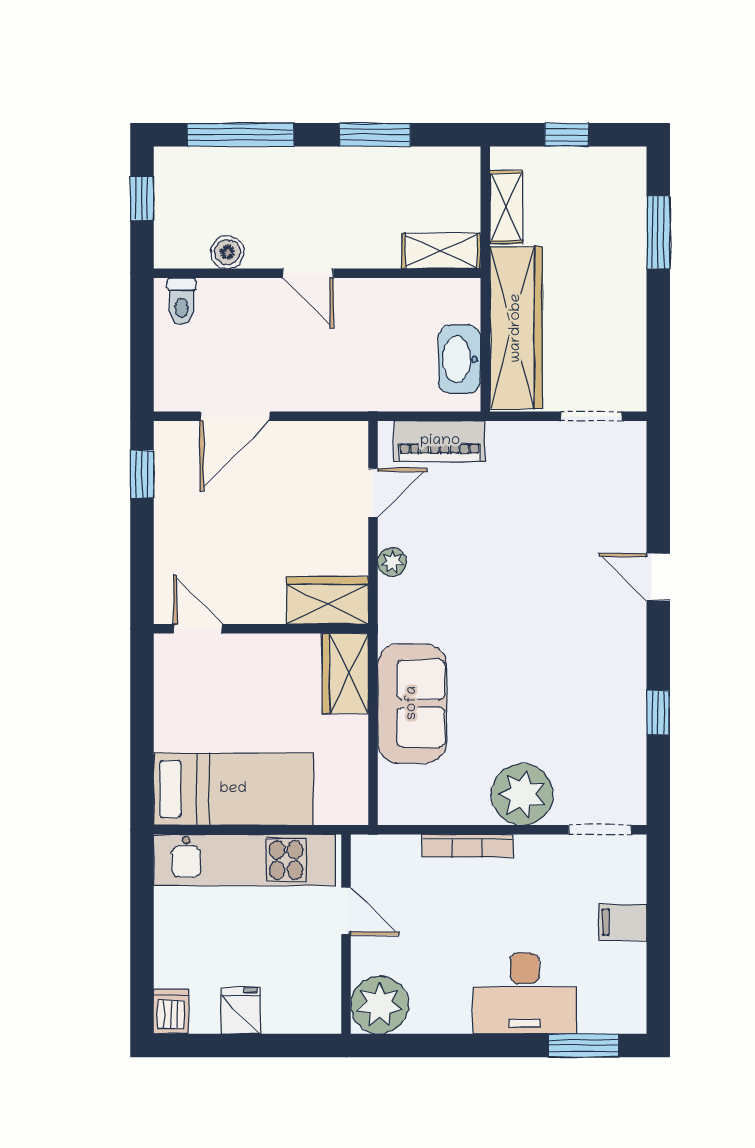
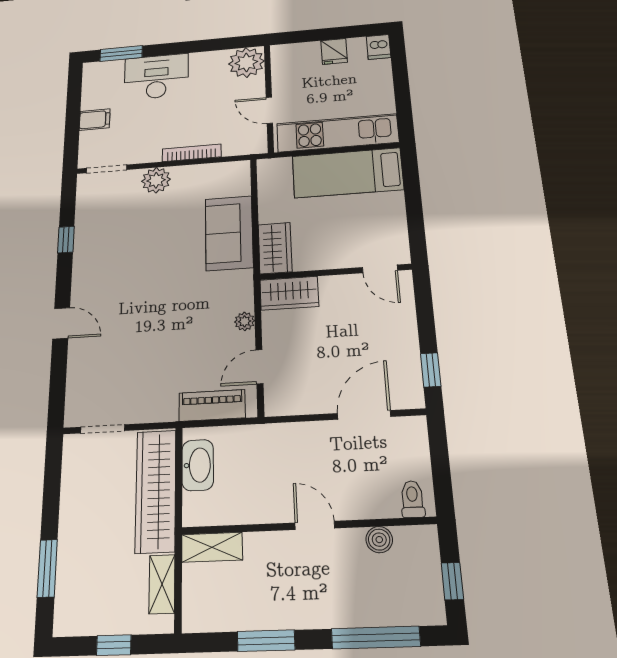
plant: (522, 794) -> (156, 180), width x0.73, depth x0.73

